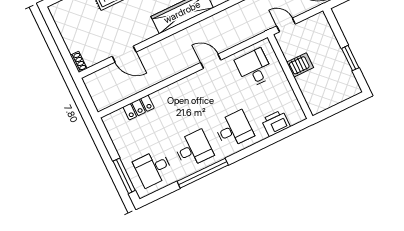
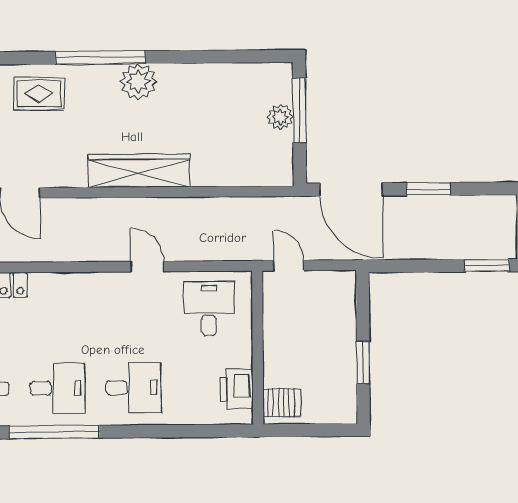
server rack: (300, 65) -> (282, 403), moved
printer: (276, 123) -> (237, 389), moved, turned -90

